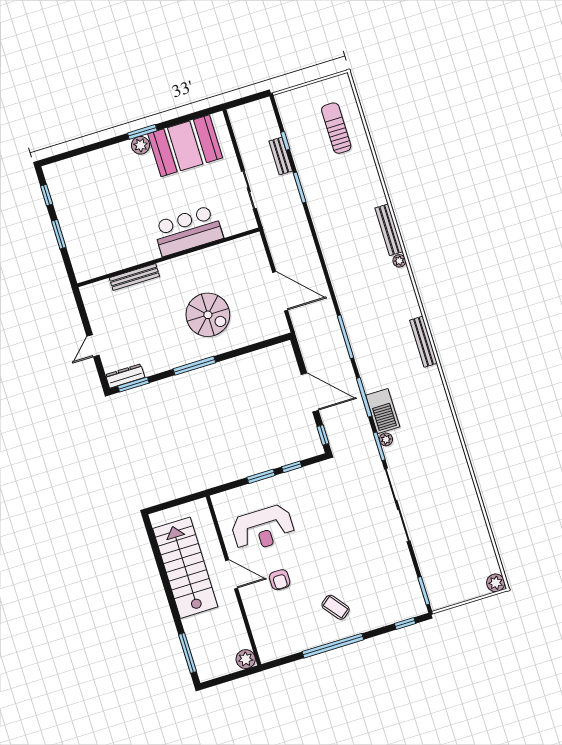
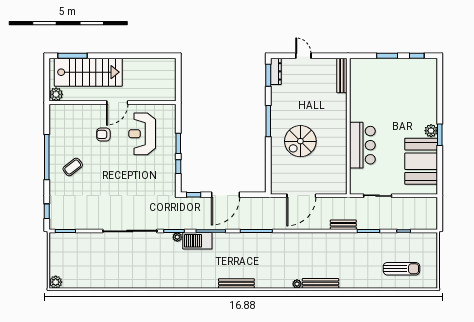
bench: (281, 156) -> (343, 225), moved
bench: (134, 277) -> (342, 76), moved
stairs: (185, 568) -> (88, 72), moved

